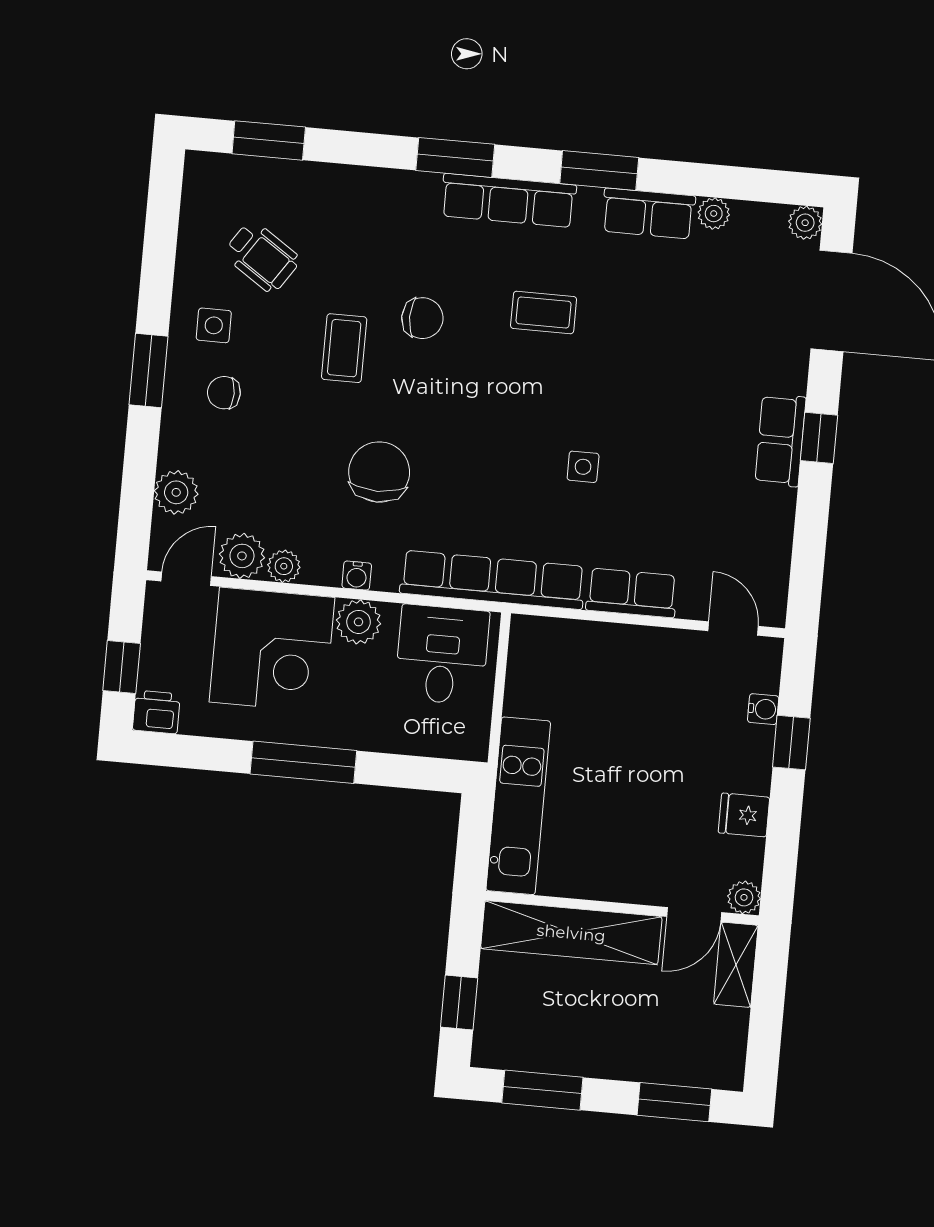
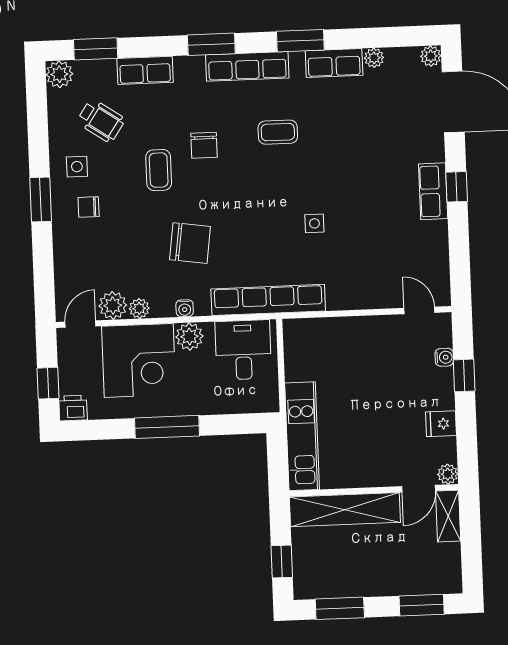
chair: (422, 318) -> (204, 145), turned 90
chair: (379, 472) -> (190, 243), turned 98
plant: (176, 492) -> (59, 74), moved
row of seats: (632, 593) -> (145, 70), moved, turned 180

